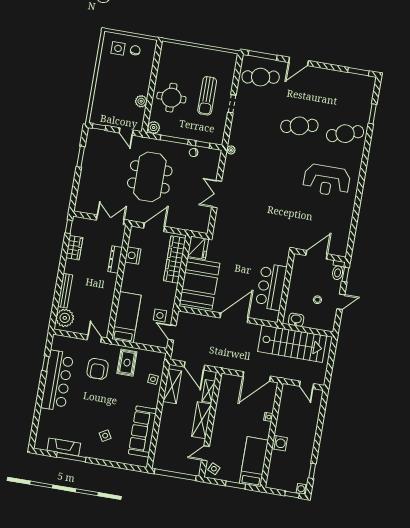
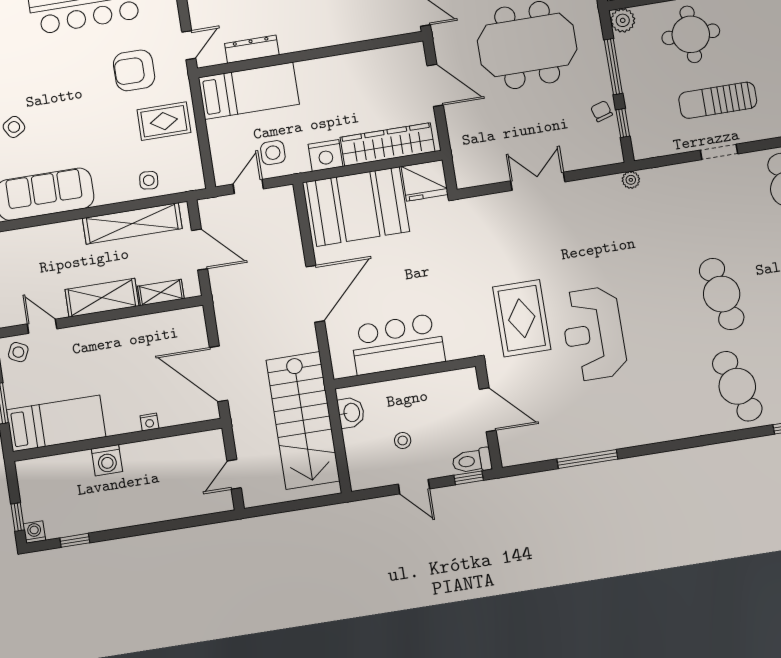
reception desk: (327, 180) -> (594, 334), moved
window: (355, 216) -> (587, 459), added
rug: (279, 224) -> (522, 318), added
nightstand: (133, 255) -> (326, 155), moved, turned 180
dresser: (115, 260) -> (252, 49), moved
door: (234, 318) -> (315, 294), hinge flipped
door: (194, 366) -> (200, 250), swing flipped
shelving: (172, 386) -> (132, 223), width x1.47

